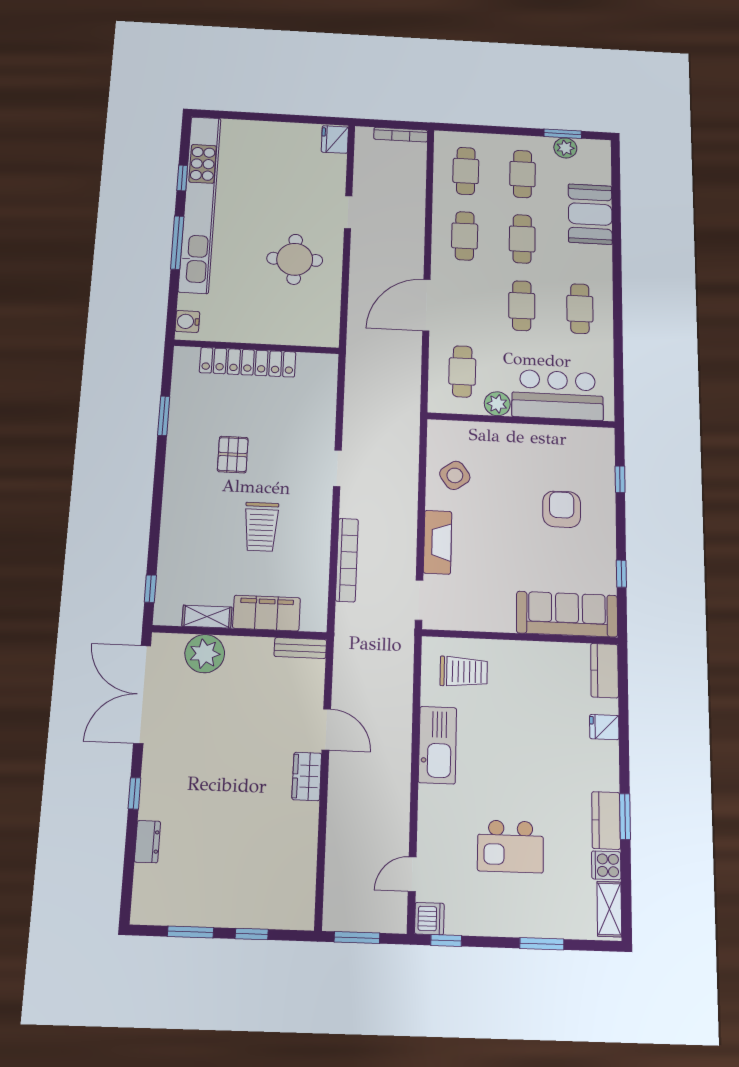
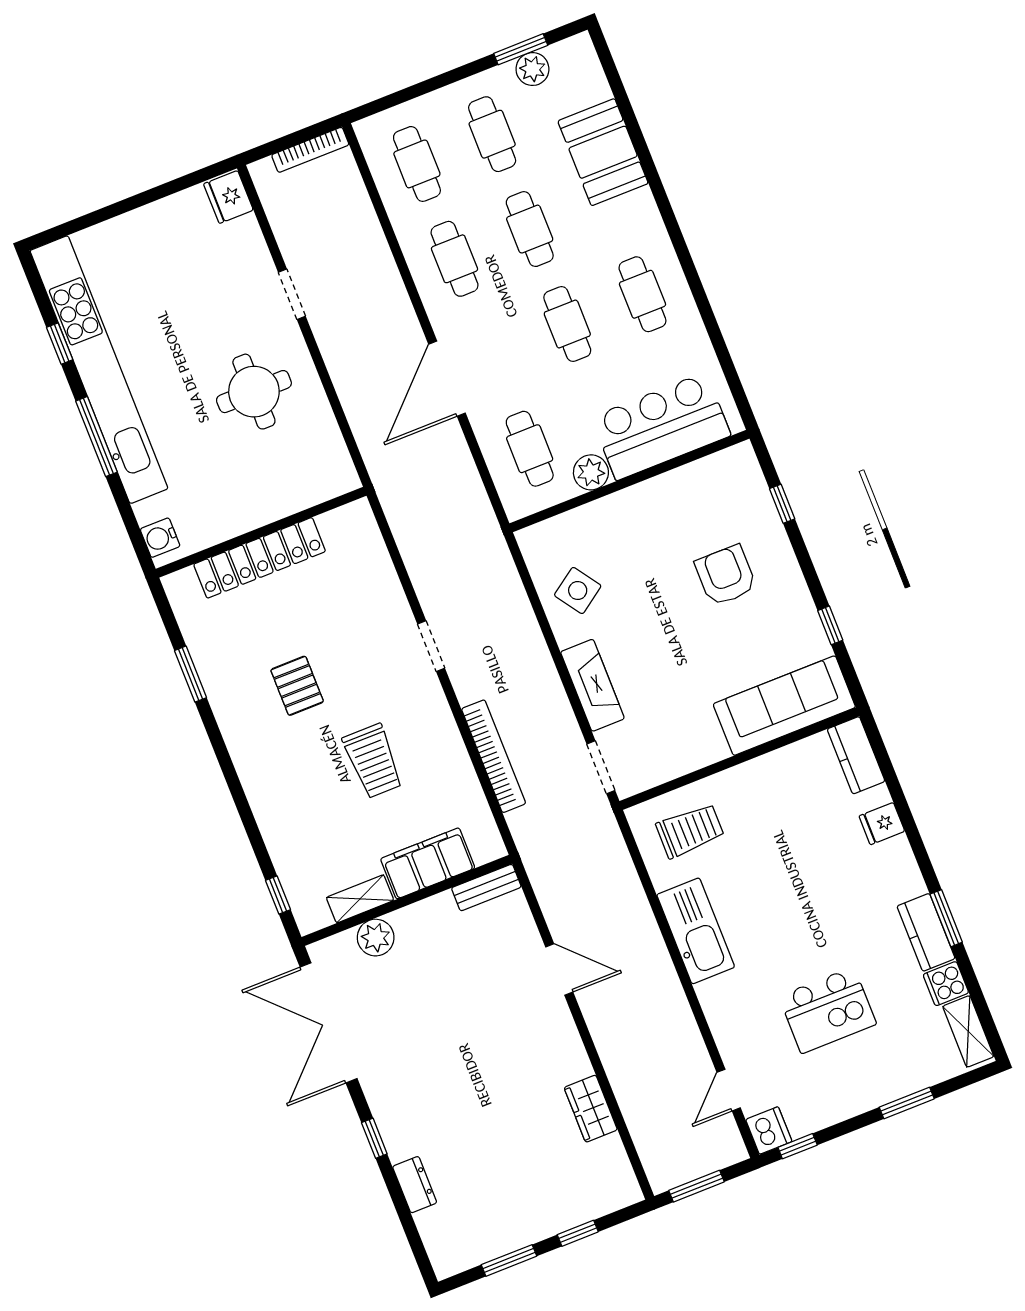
plant: (205, 654) -> (376, 938), width x0.73, depth x0.73
wardrobe: (307, 776) -> (591, 1109), moved

